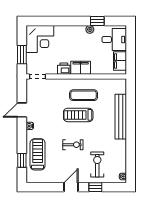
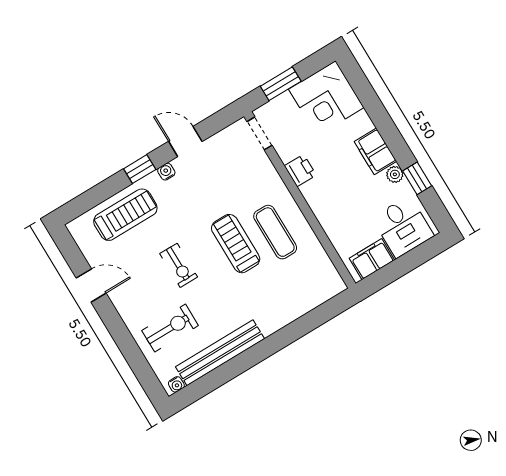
filing cabinet: (81, 68) -> (375, 151), moved, turned 180
bench: (121, 117) -> (220, 353), moved
window: (22, 160) -> (140, 169), moved
door: (71, 187) -> (91, 286), moved
window: (95, 187) -> (129, 348), removed

